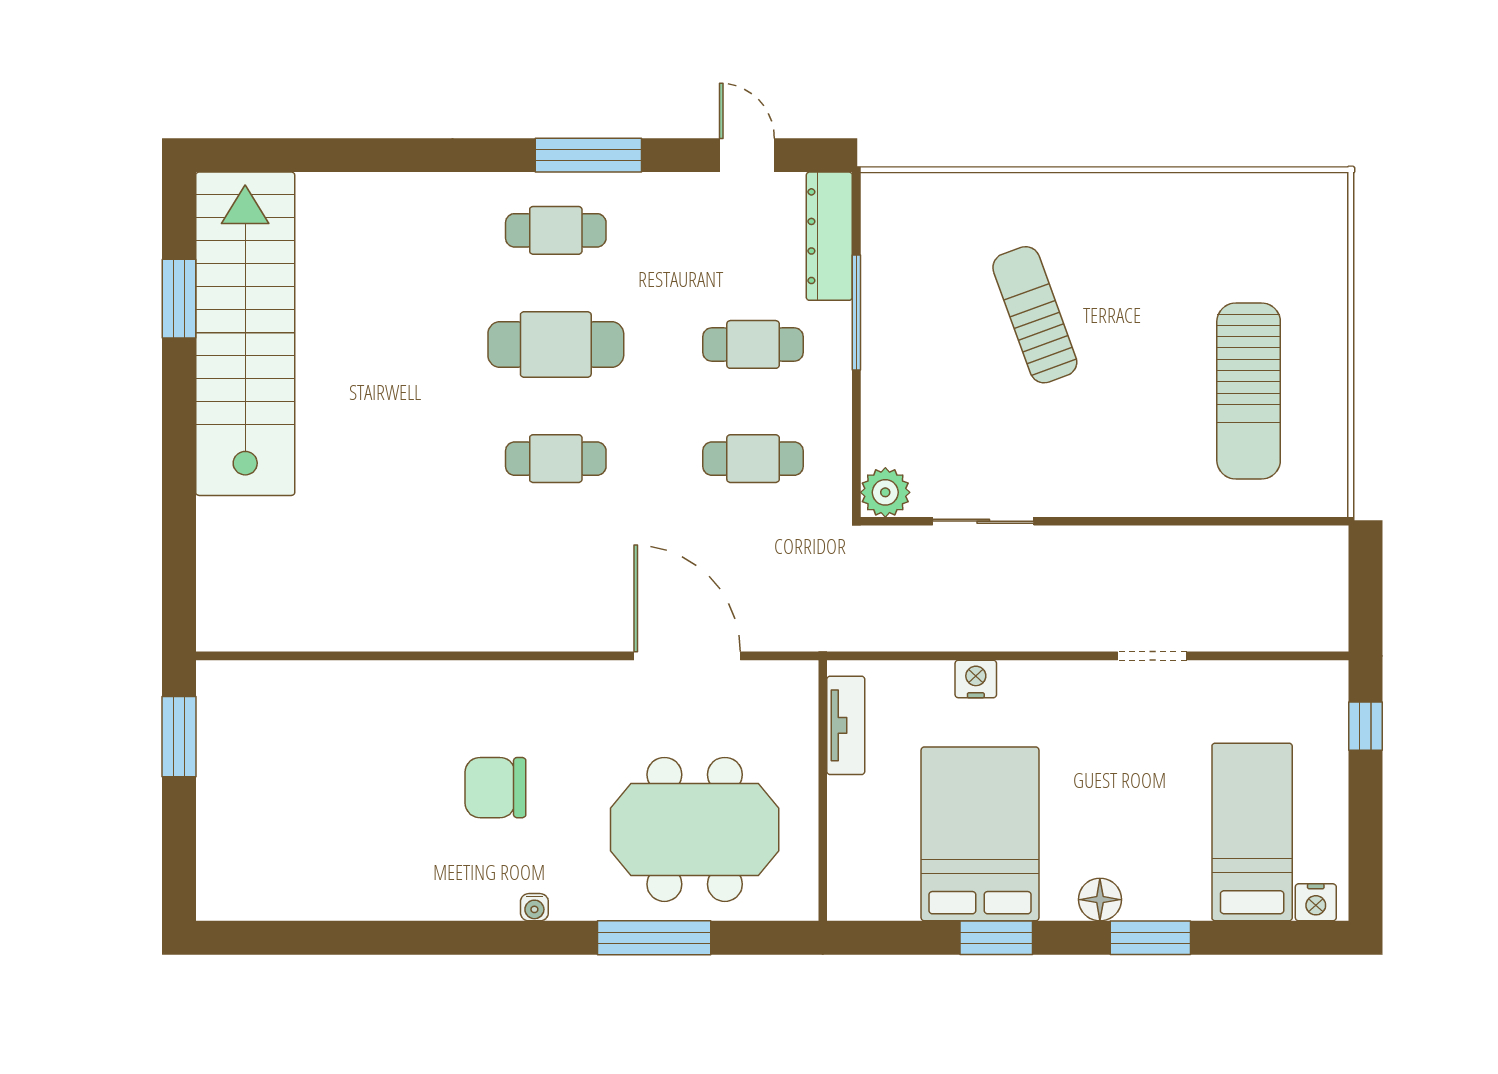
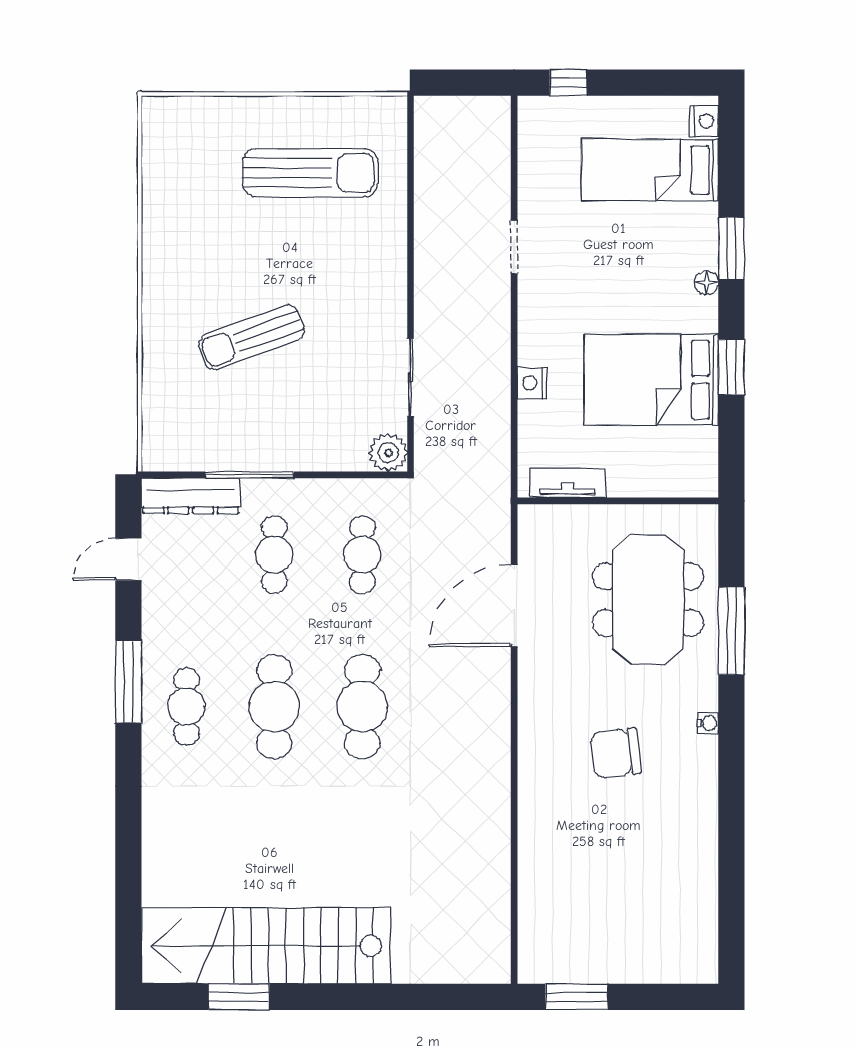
cafe table: (556, 459) -> (362, 707), width x1.37, depth x1.35
chair: (495, 788) -> (616, 753), turned 83
floor lamp: (1100, 900) -> (706, 283), width x0.73, depth x0.73

